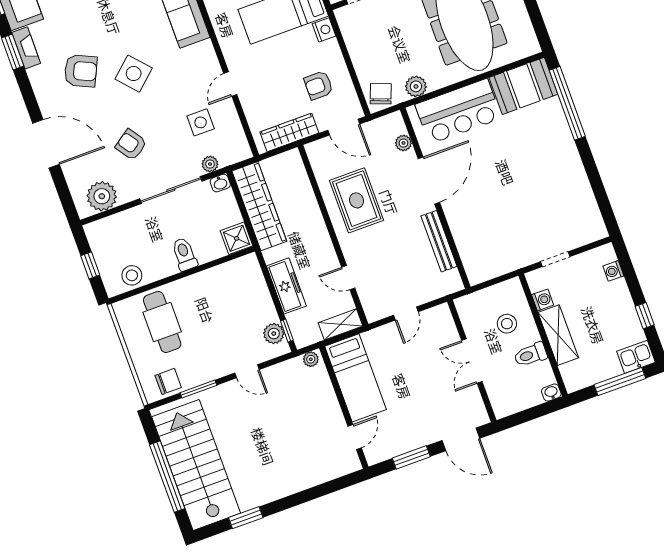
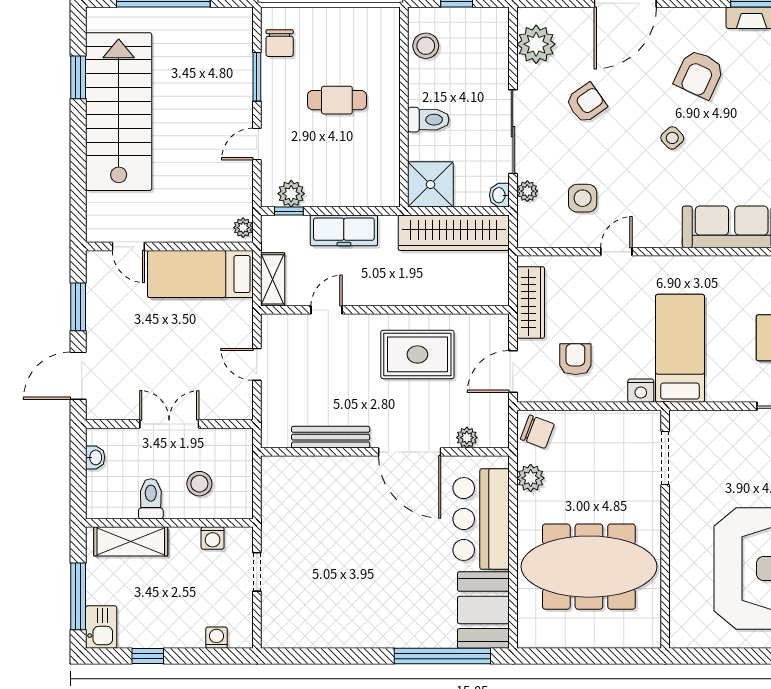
side table: (134, 74) -> (672, 138), width x0.54, depth x0.54
door: (230, 84) -> (616, 252), hinge flipped
shower: (237, 238) -> (430, 184), width x1.36, depth x1.36
cafe table: (162, 322) -> (337, 100), moved, width x0.73, depth x0.74
shelving: (558, 335) -> (131, 541), moved
washbasin: (551, 393) -> (95, 457), moved
stairs: (196, 465) -> (119, 112), moved, turned -90

